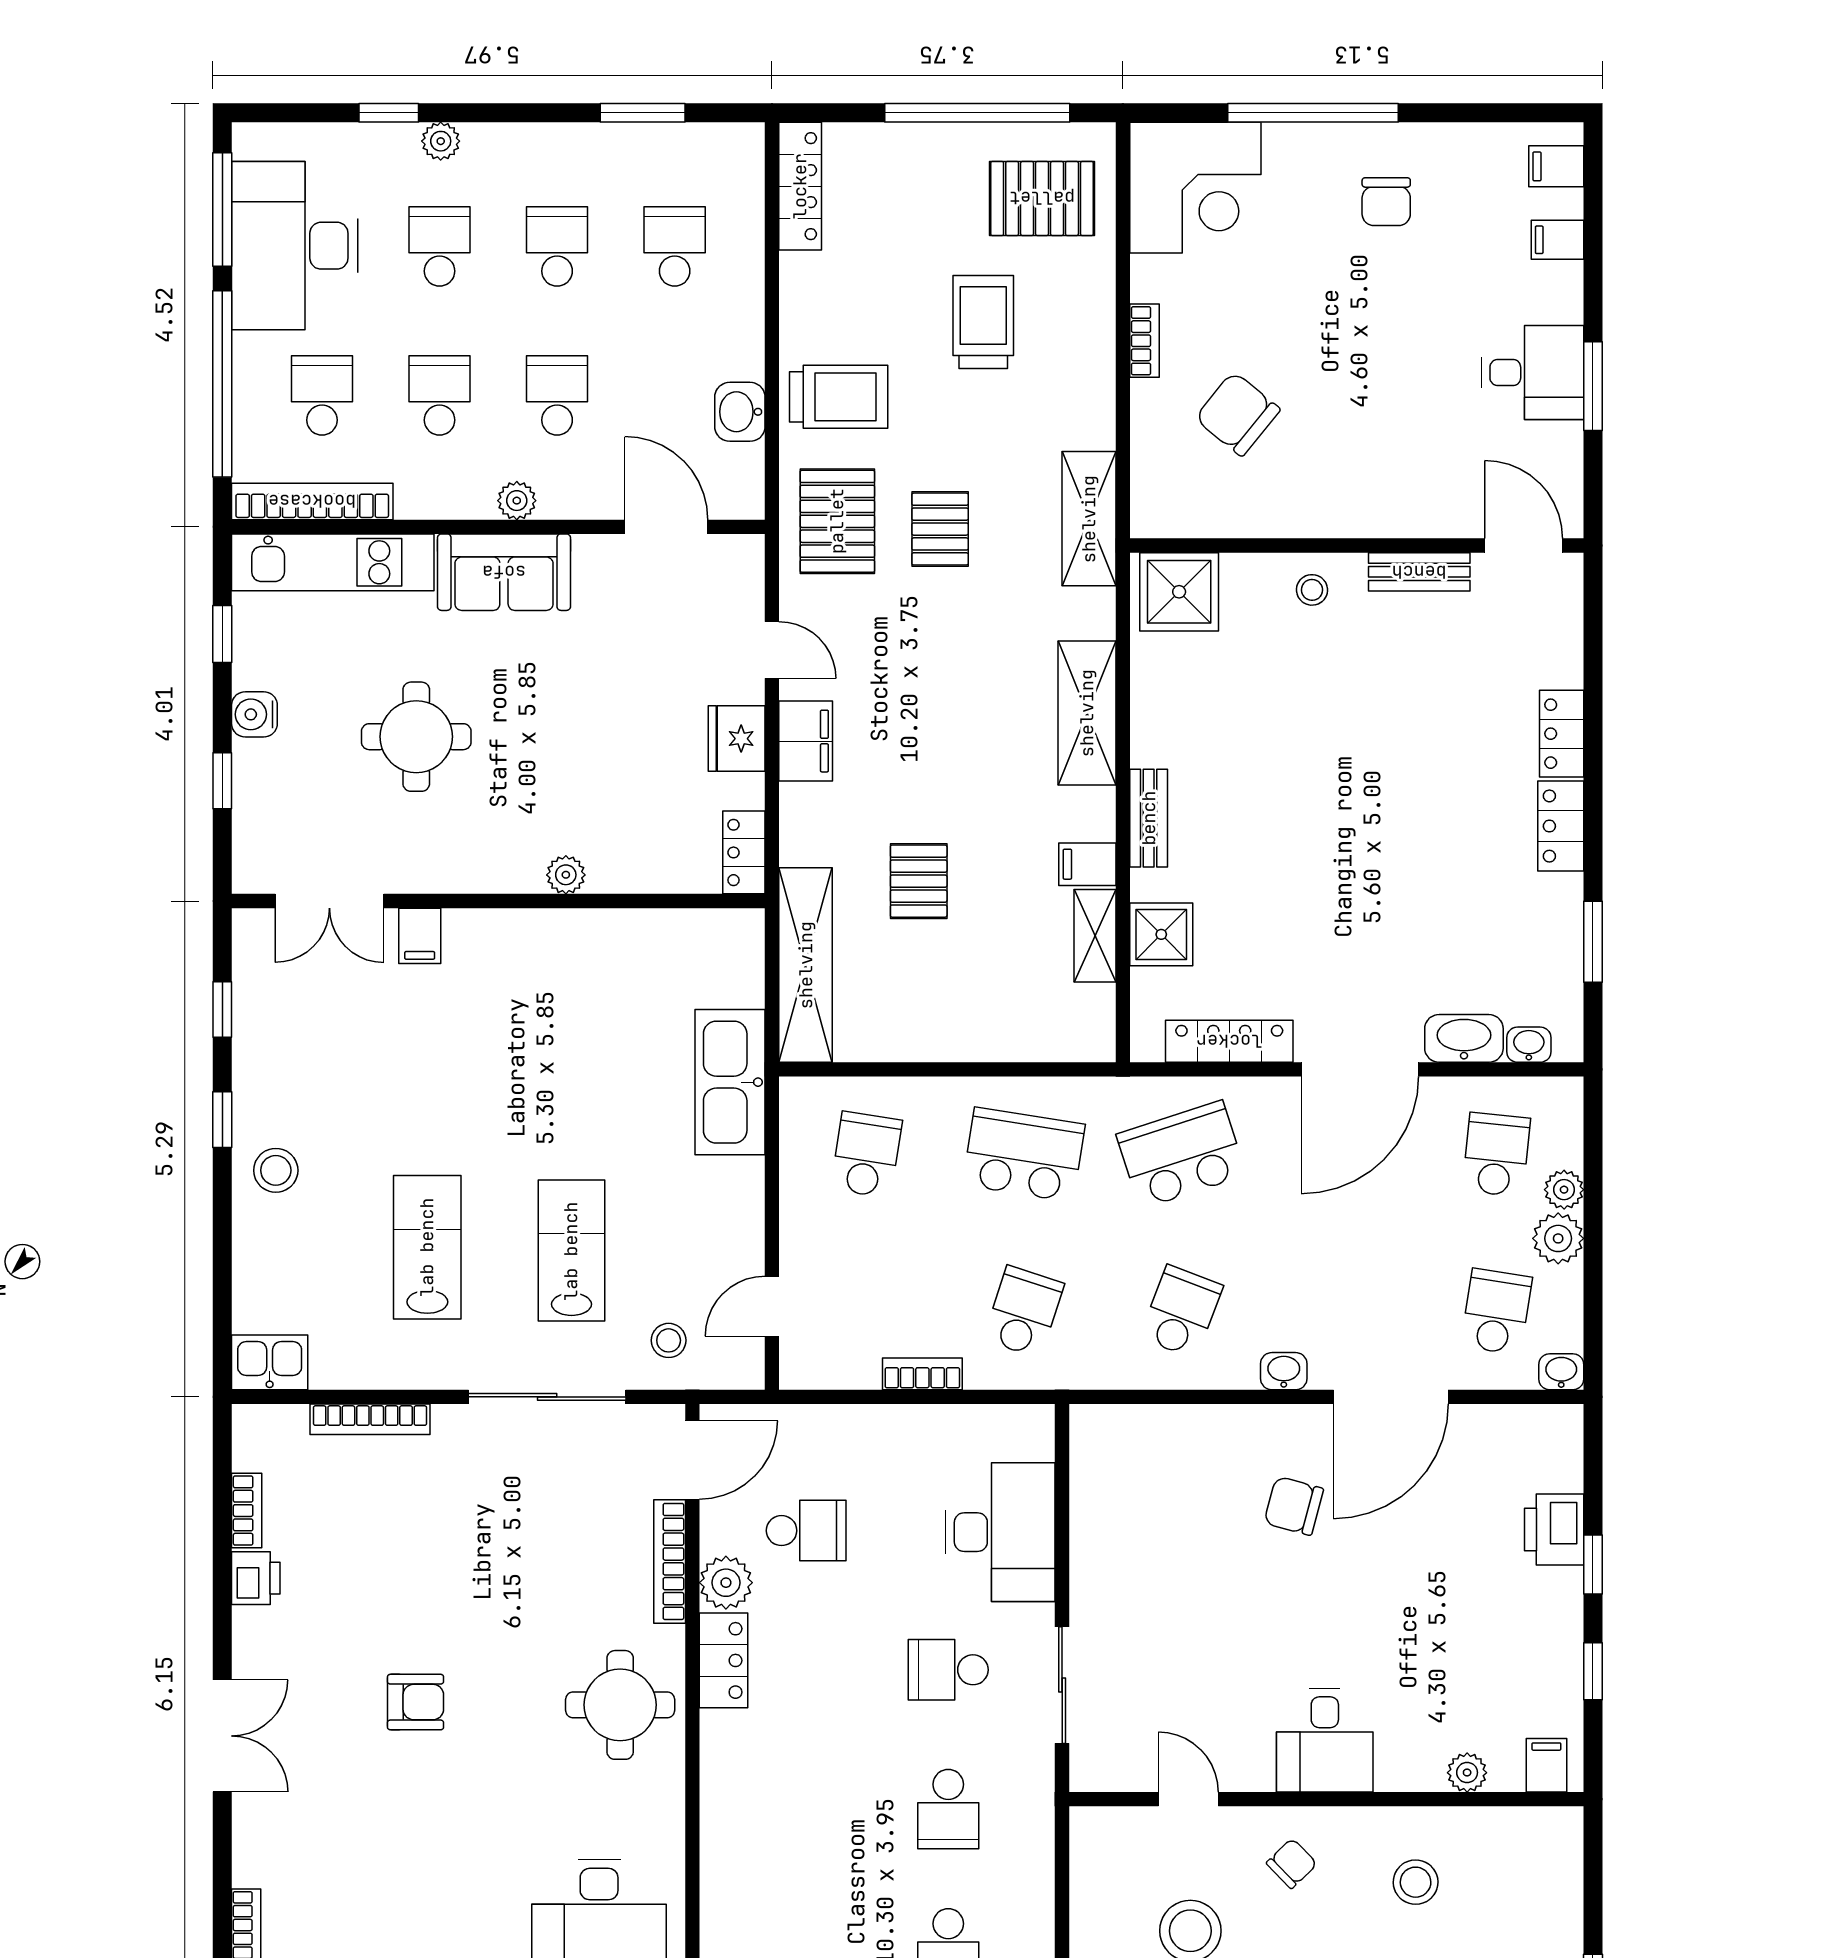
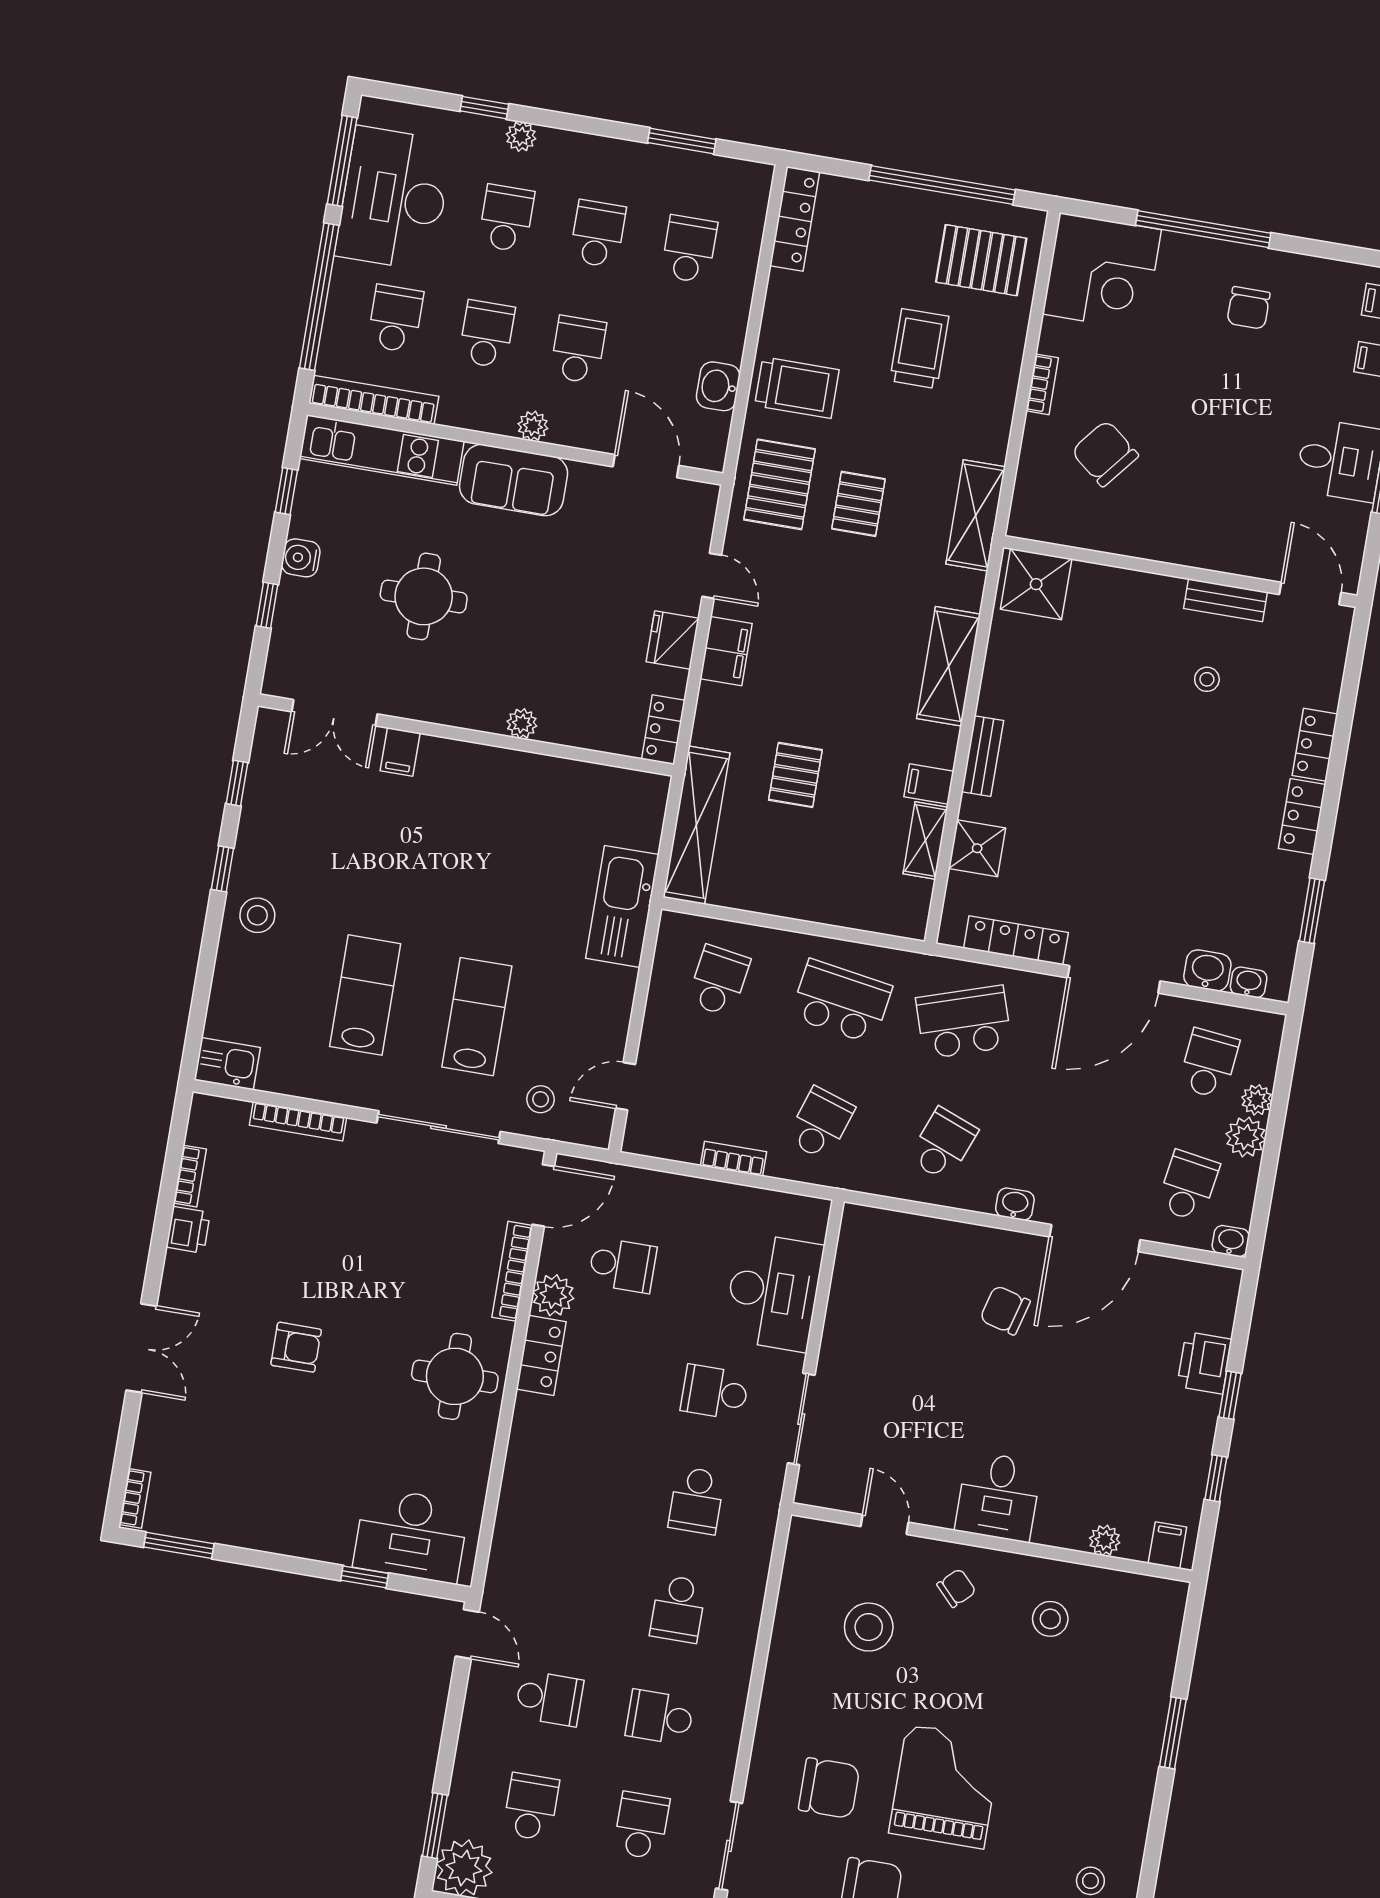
stool: (1312, 590) -> (1207, 679), moved
washbasin: (1464, 1038) -> (1207, 970), width x0.72

